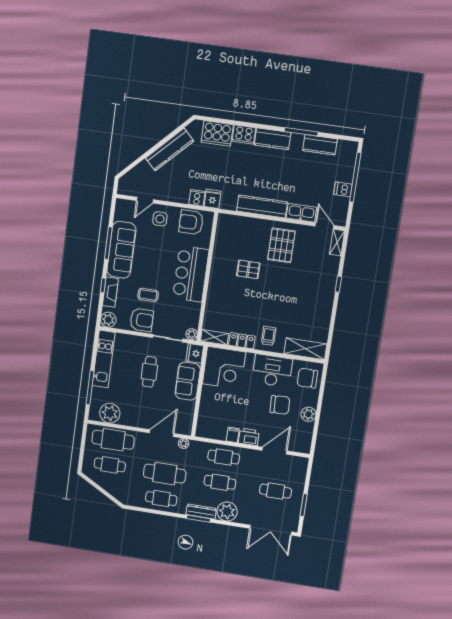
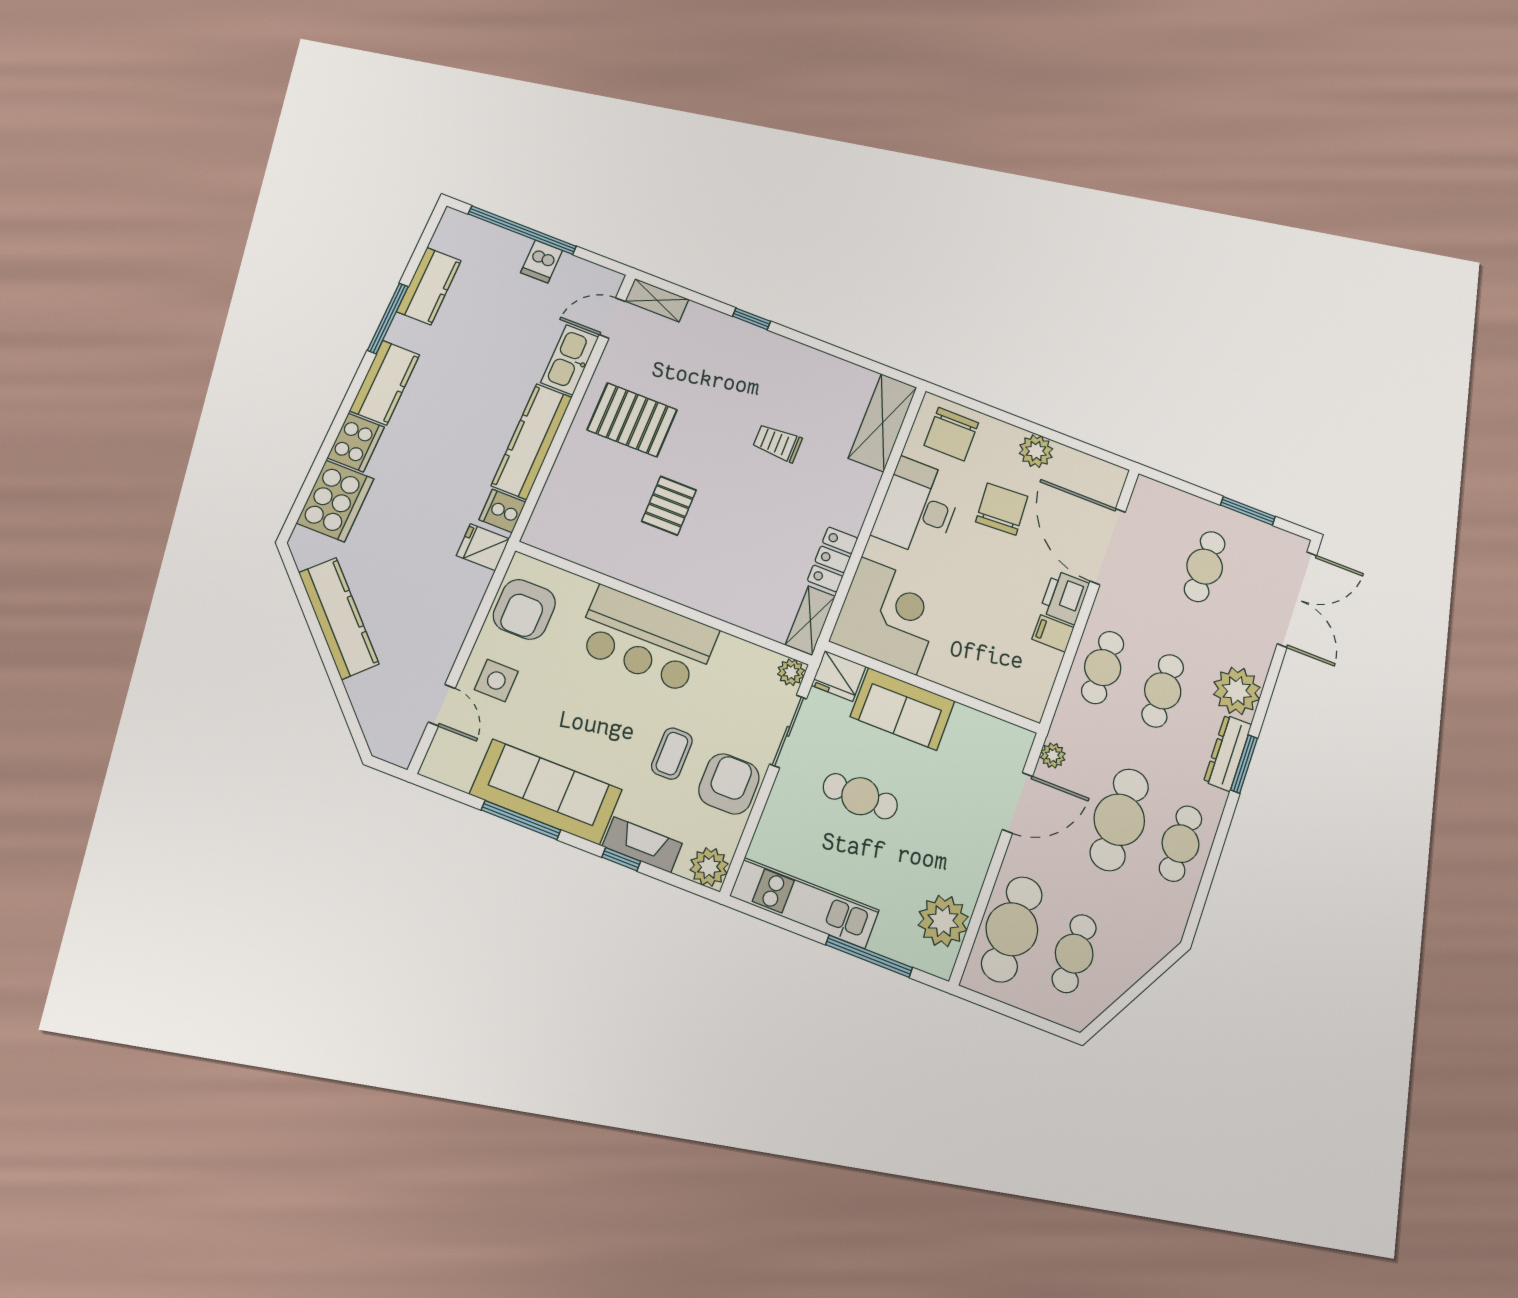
cooker: (197, 198) -> (502, 511), moved
trolley: (269, 336) -> (777, 443), moved
door: (162, 433) -> (1017, 803), swing flipped
door: (274, 451) -> (1108, 547), width x1.36

